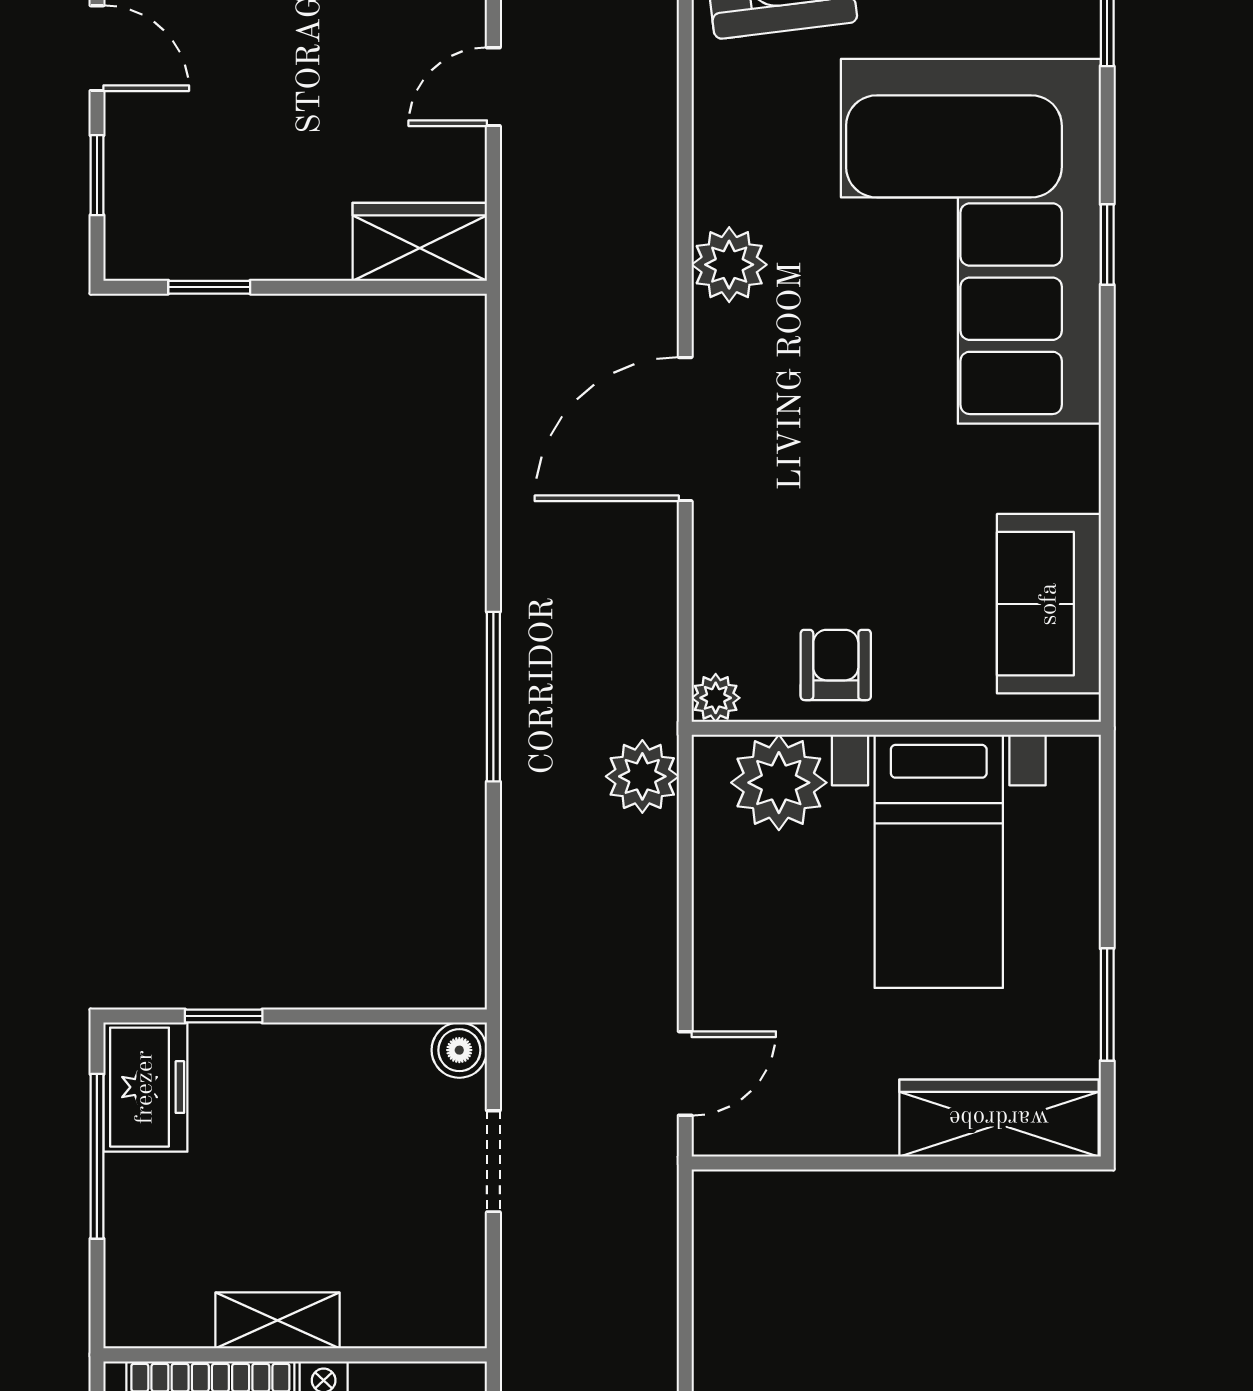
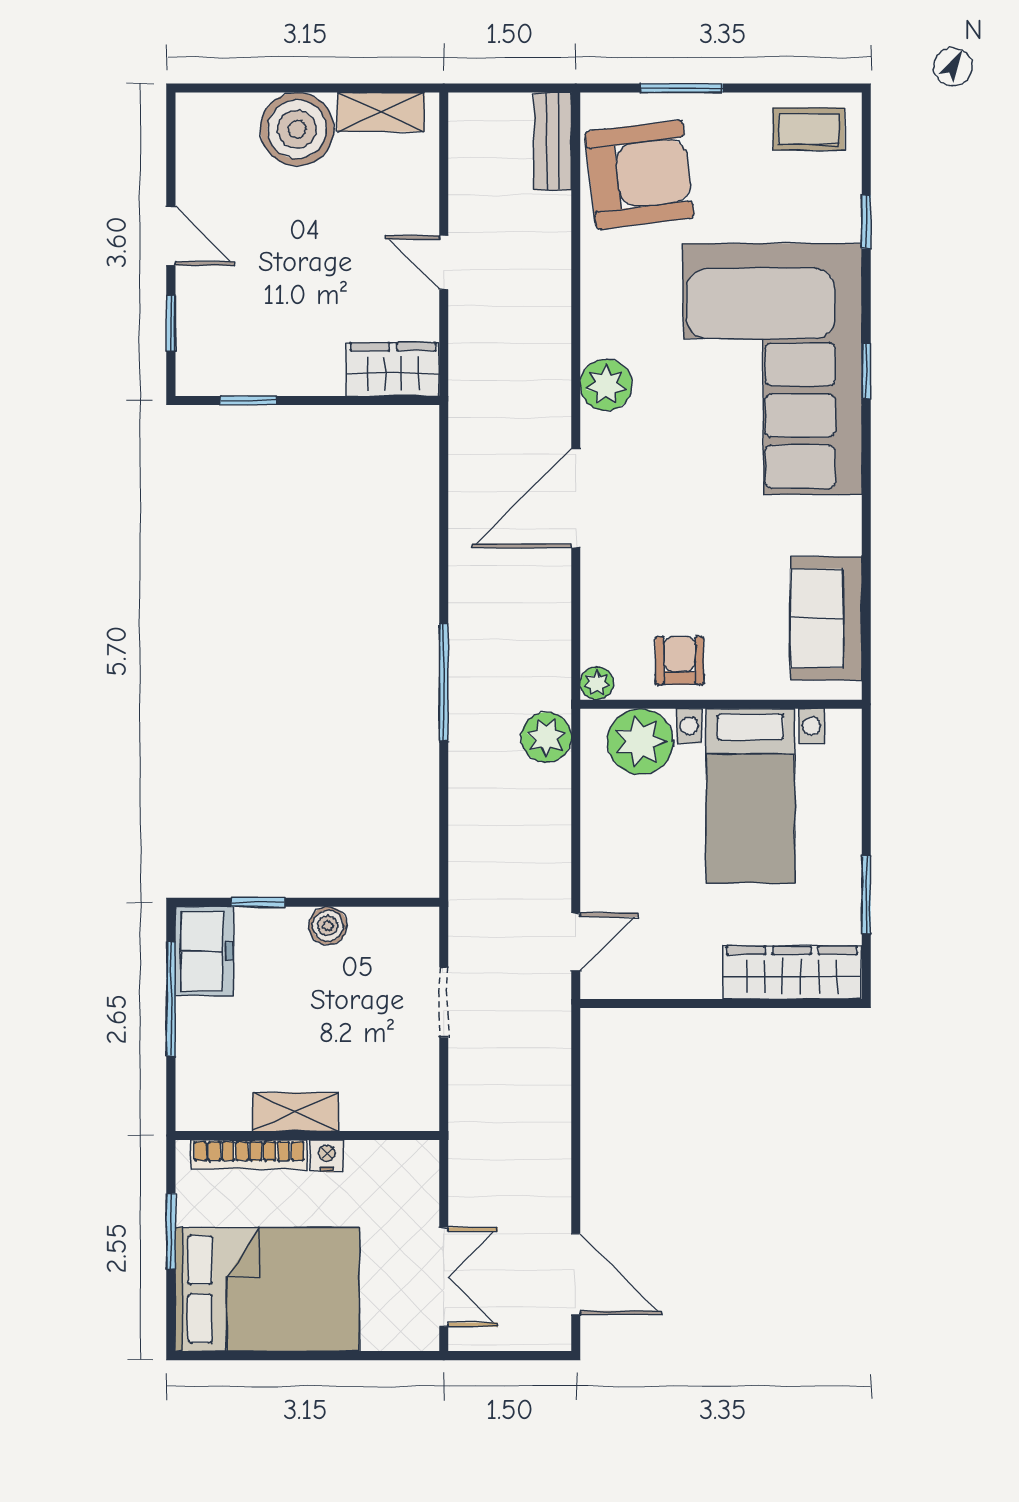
door: (493, 87) -> (444, 263), hinge flipped
boiler: (459, 1050) -> (328, 926), moved

